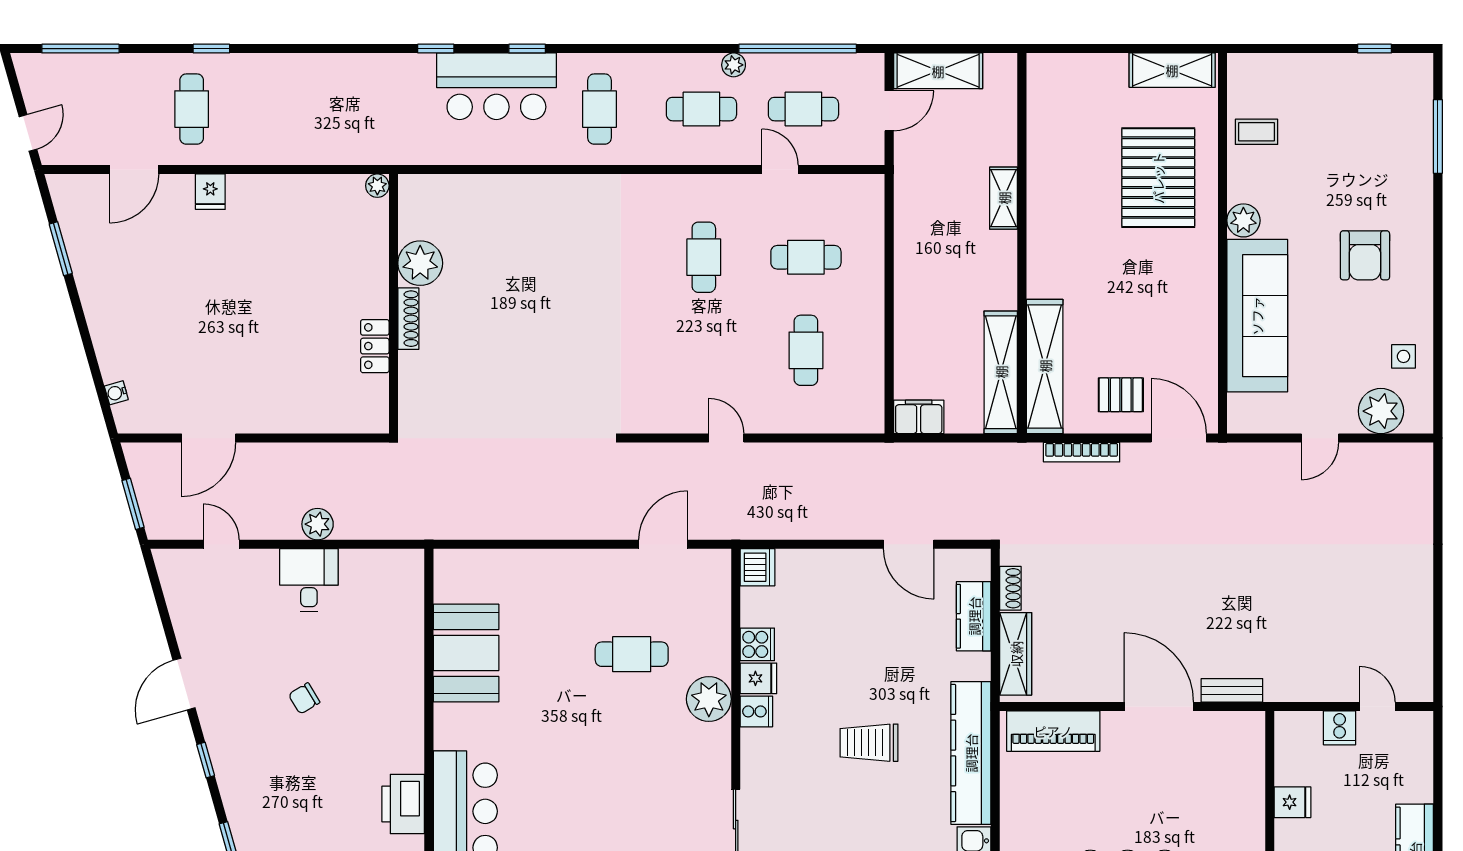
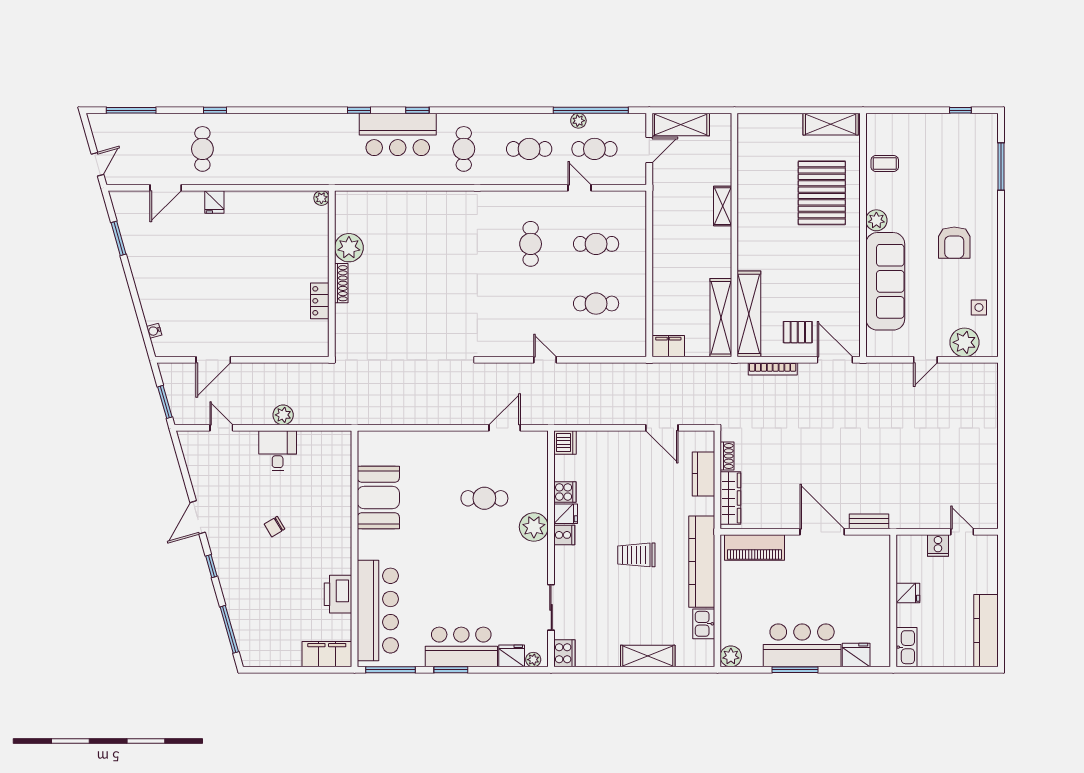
plant: (734, 65) -> (578, 121), moved
cafe table: (806, 350) -> (596, 304), turned 90

